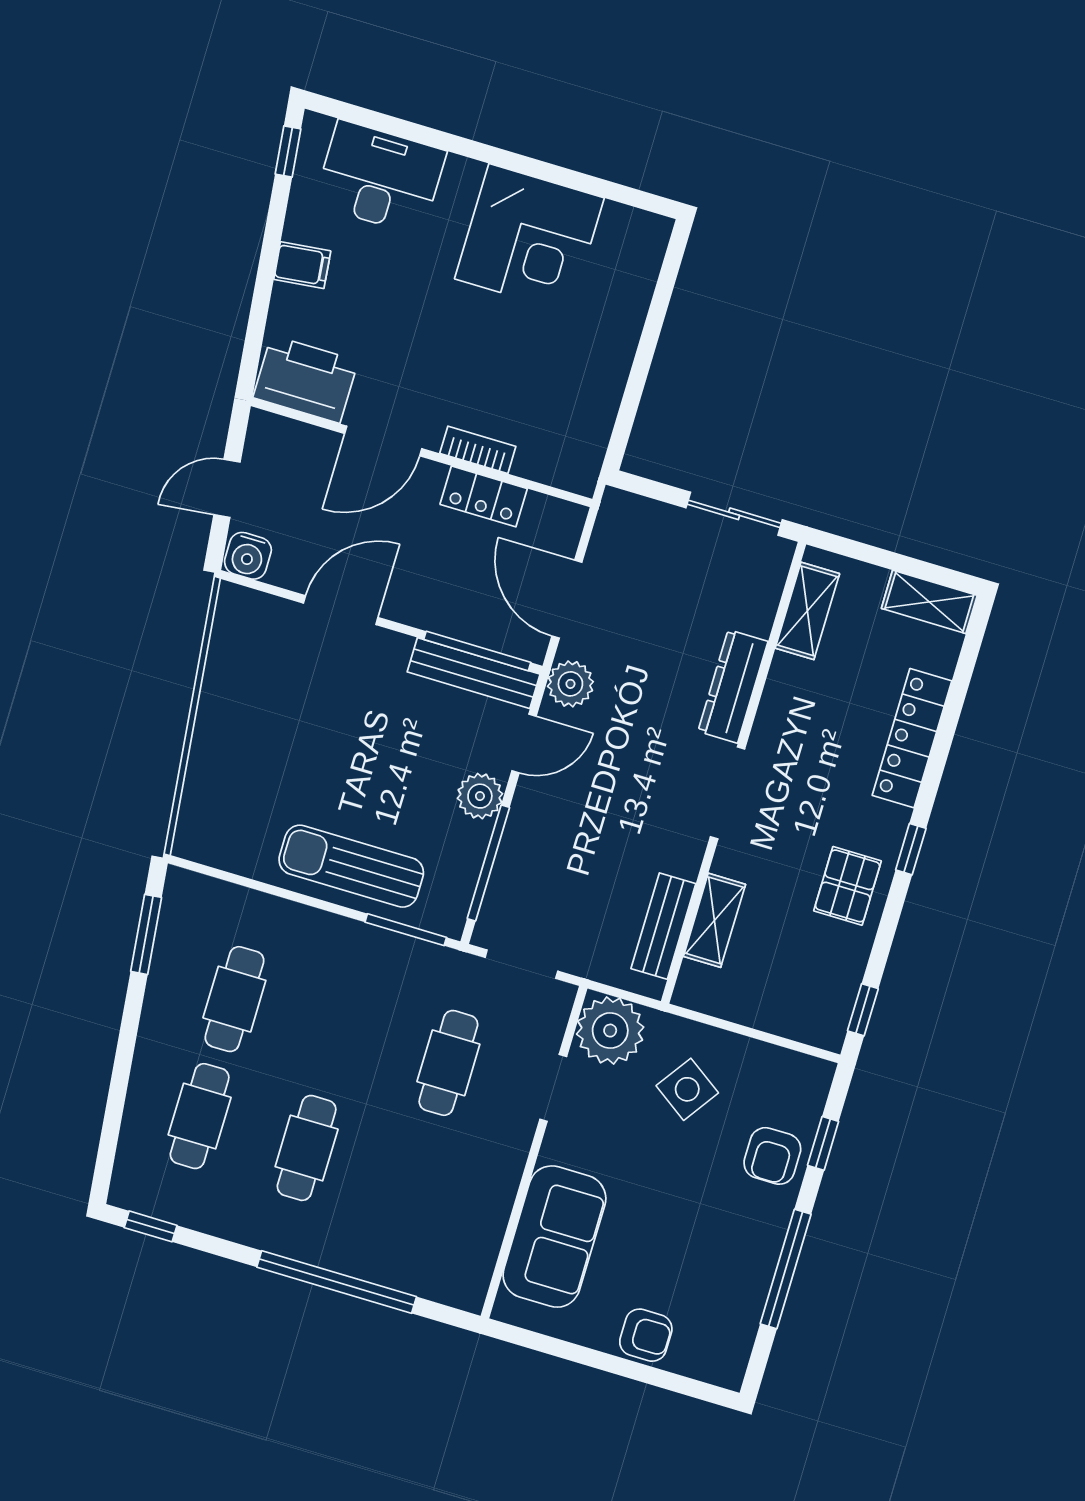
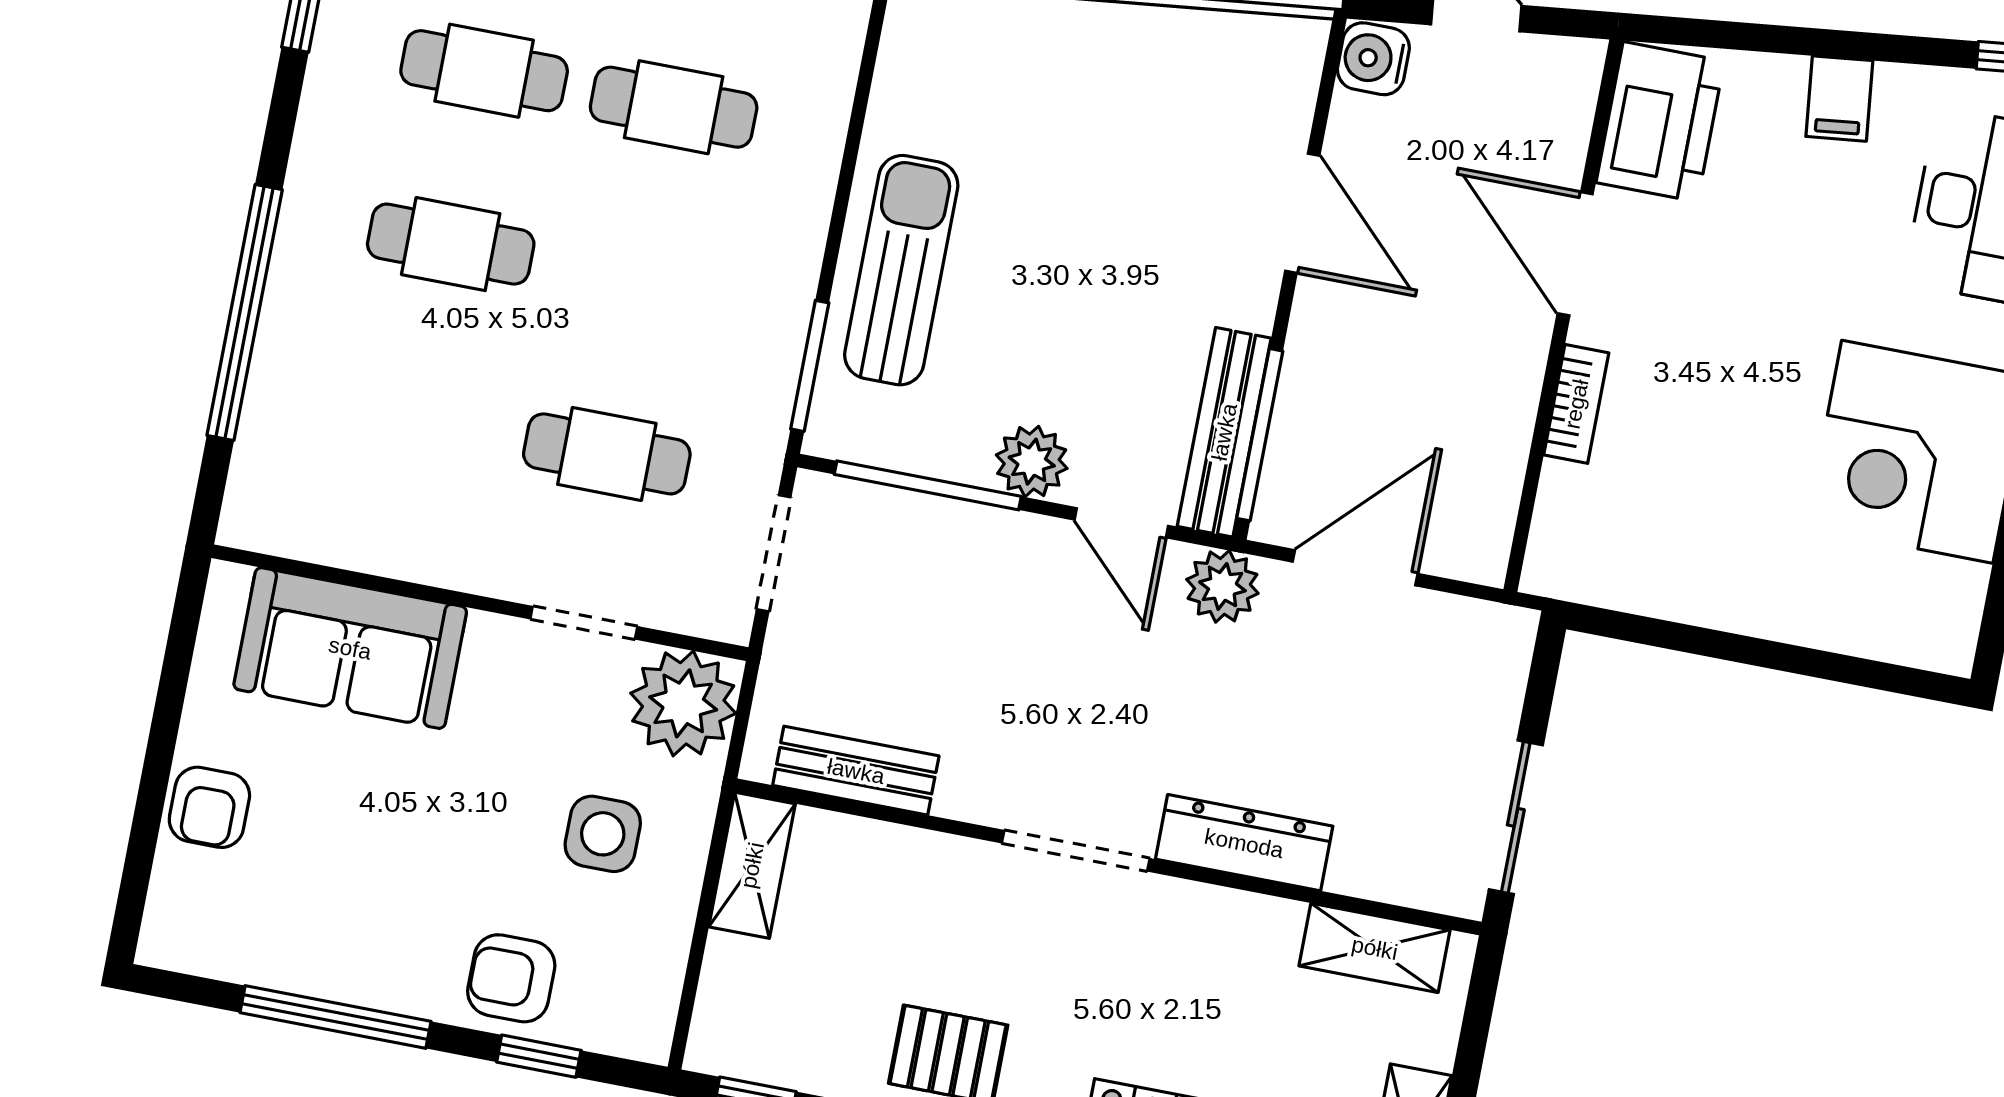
locker: (484, 496) -> (1504, 420), removed
shelving: (714, 920) -> (752, 865), moved, turned 90
side table: (687, 1089) -> (603, 834), turned -35

